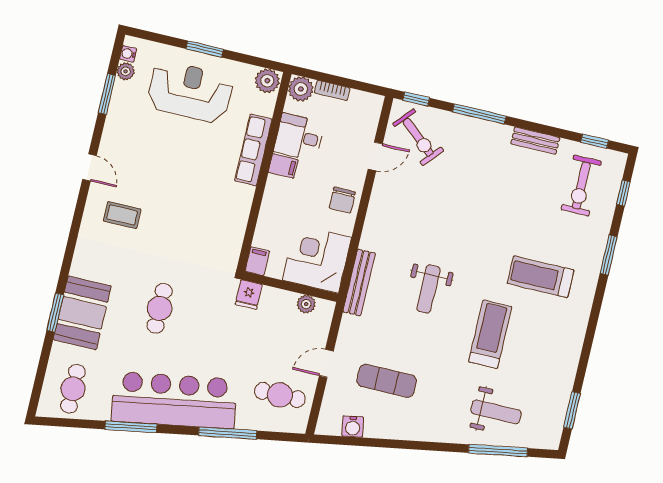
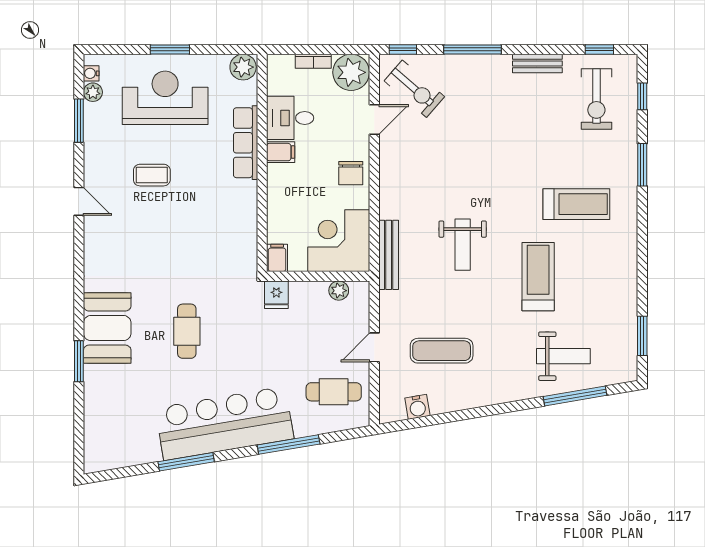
plant: (301, 89) -> (351, 72), moved, width x1.36, depth x1.36
coffee table: (122, 215) -> (152, 175), moved
treadmill: (540, 277) -> (576, 204), turned 180
booth: (82, 313) -> (107, 328), moved
cafe table: (73, 389) -> (116, 436), removed

